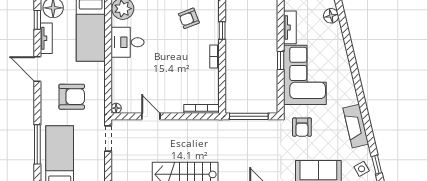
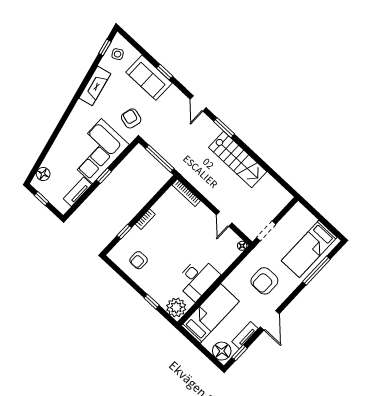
armchair: (189, 18) -> (139, 260), turned 111
desk: (127, 42) -> (197, 279), width x1.37
armchair: (72, 97) -> (264, 281), turned -90
armchair: (302, 127) -> (131, 118), turned -75

